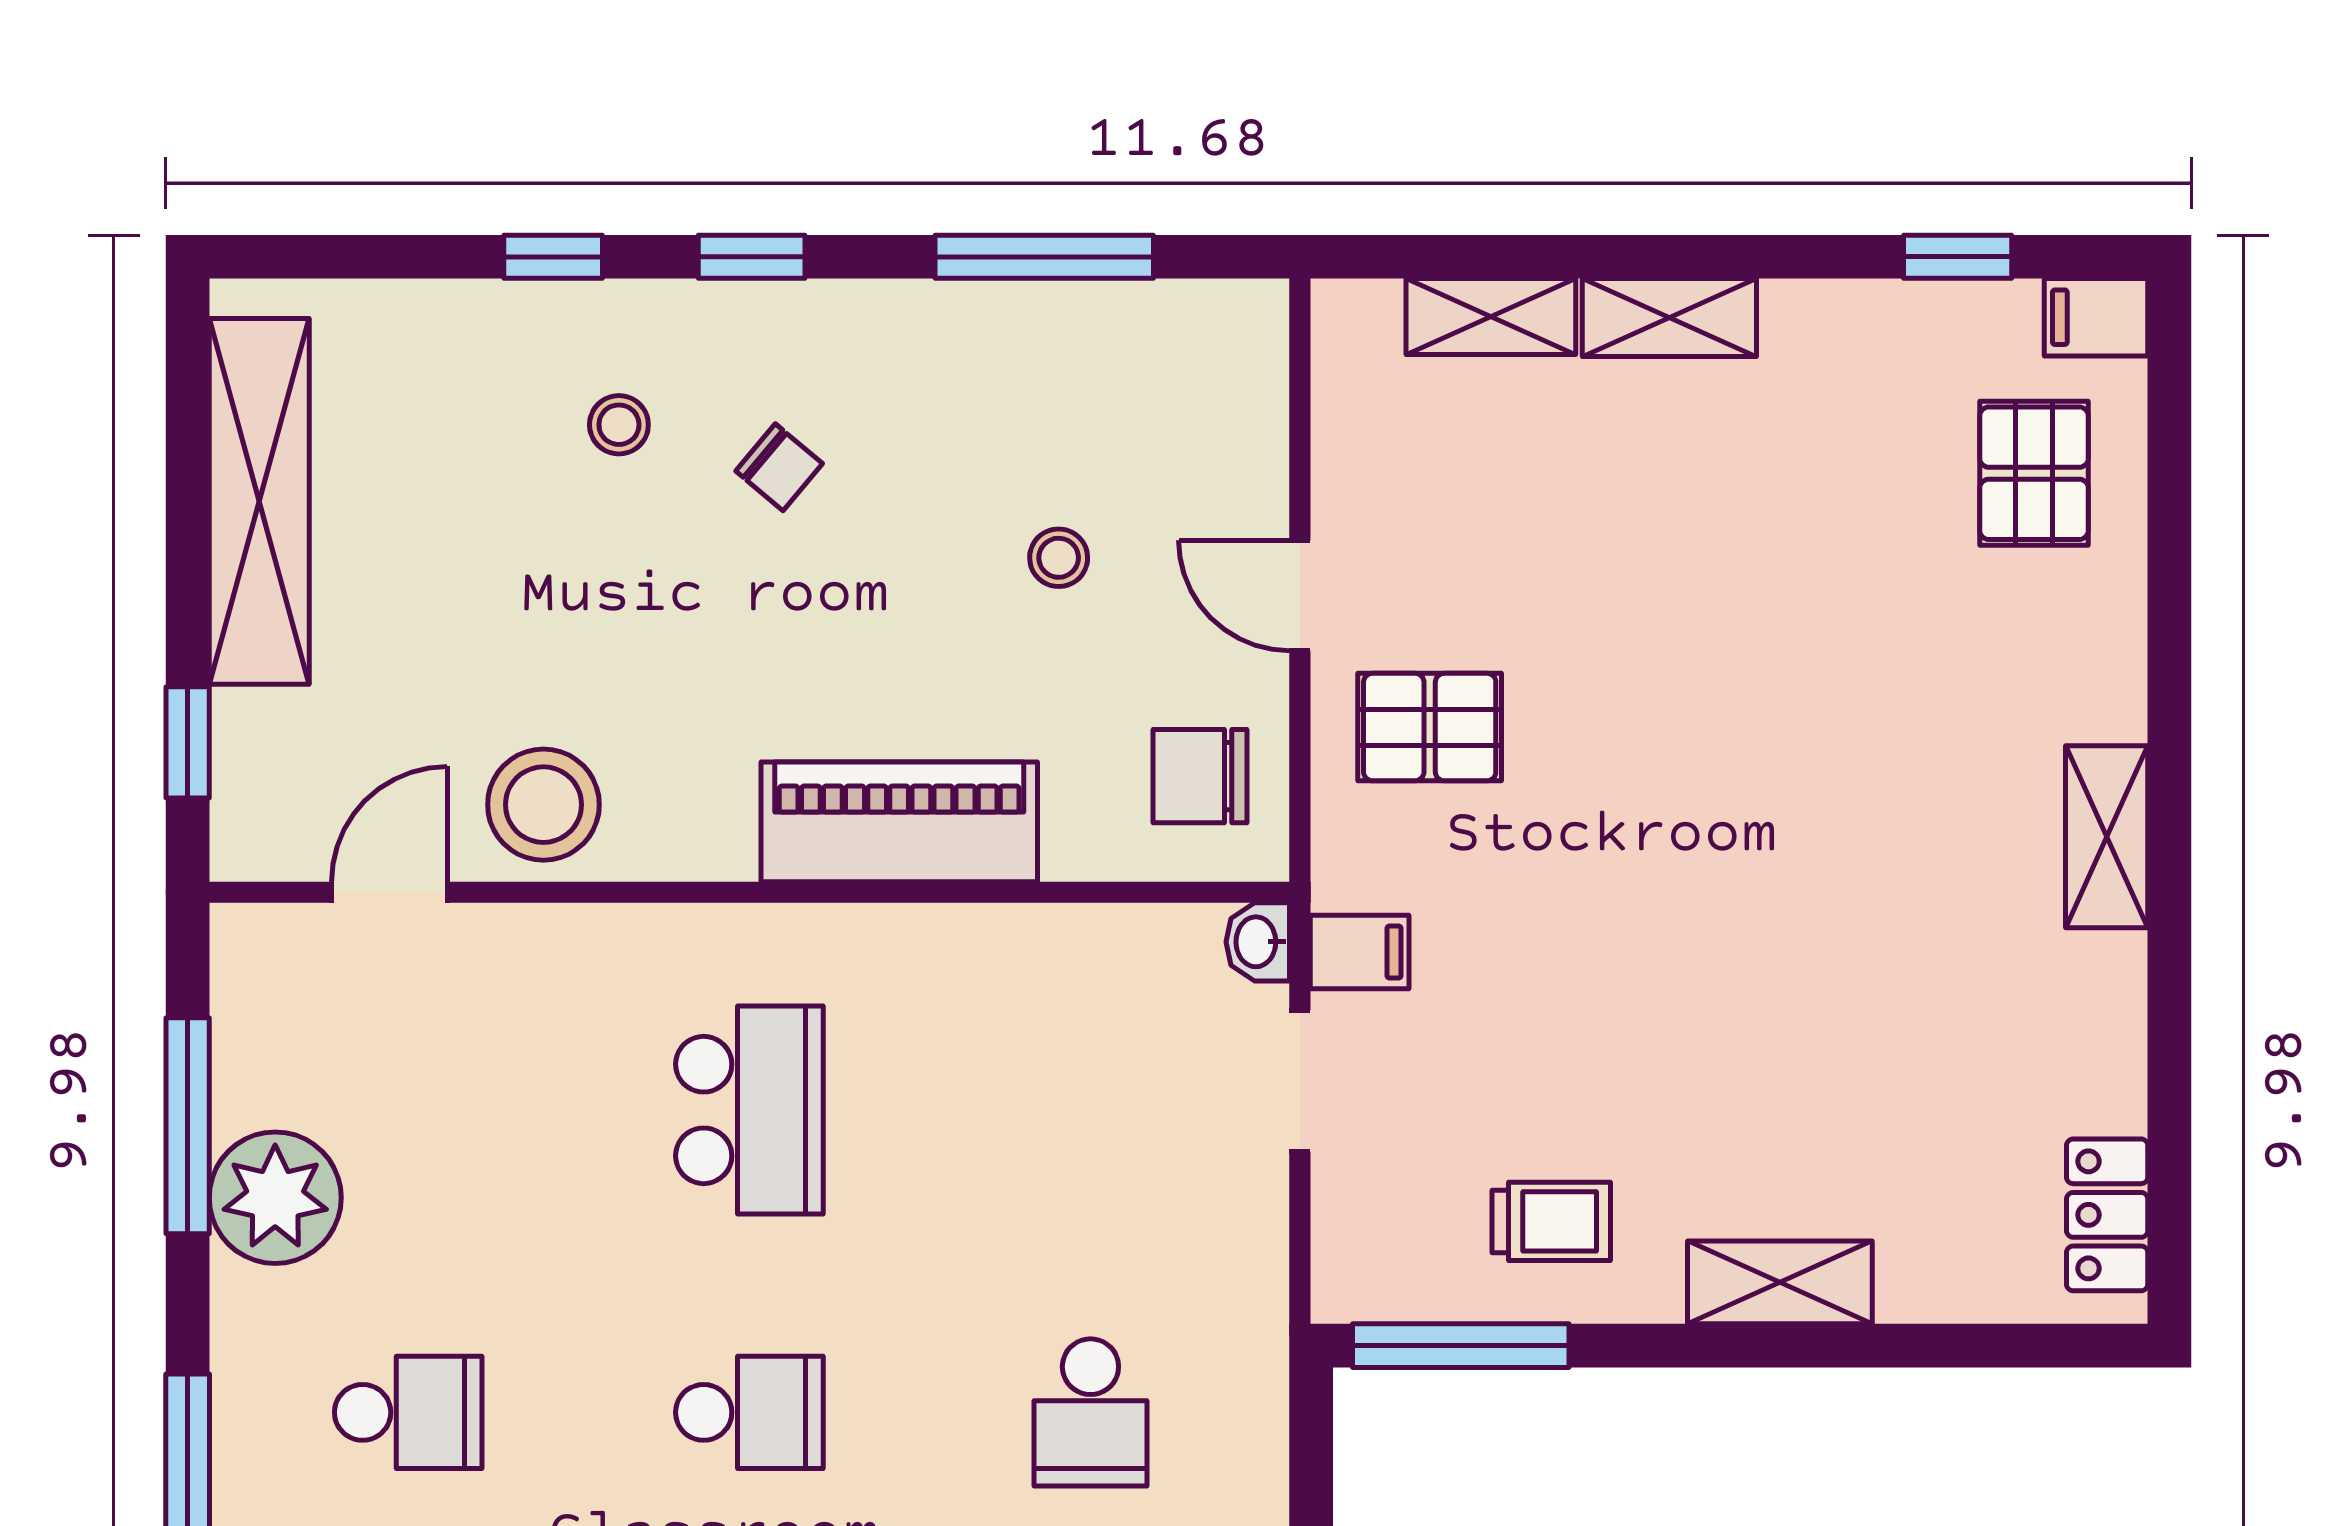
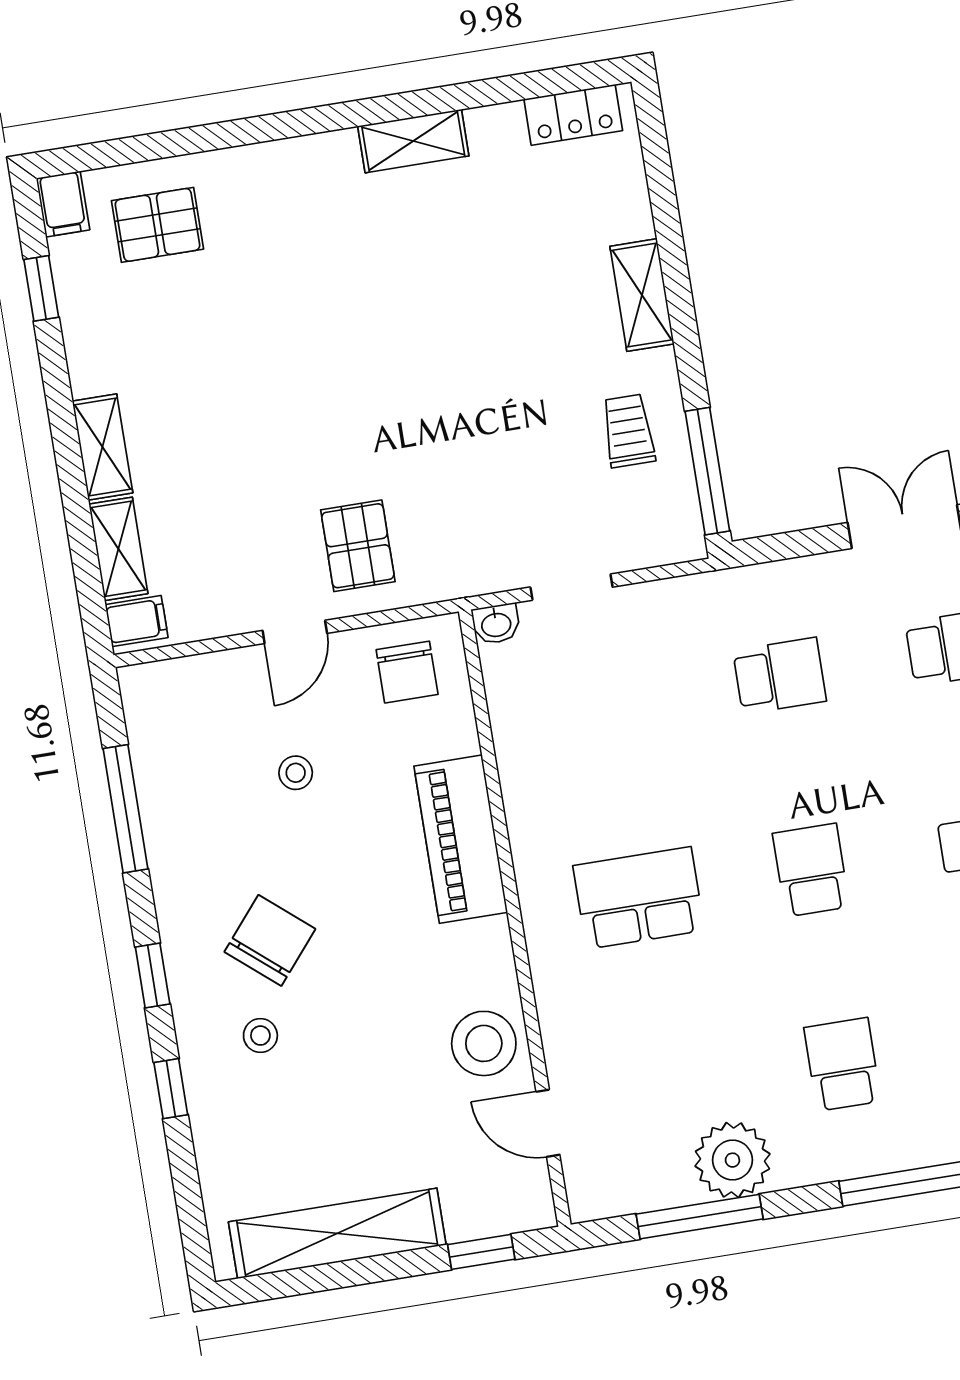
chair: (779, 467) -> (270, 940), width x1.87, depth x1.87
shelving: (2107, 837) -> (413, 141), moved
filing cabinet: (1360, 952) -> (137, 621), moved, turned 90

